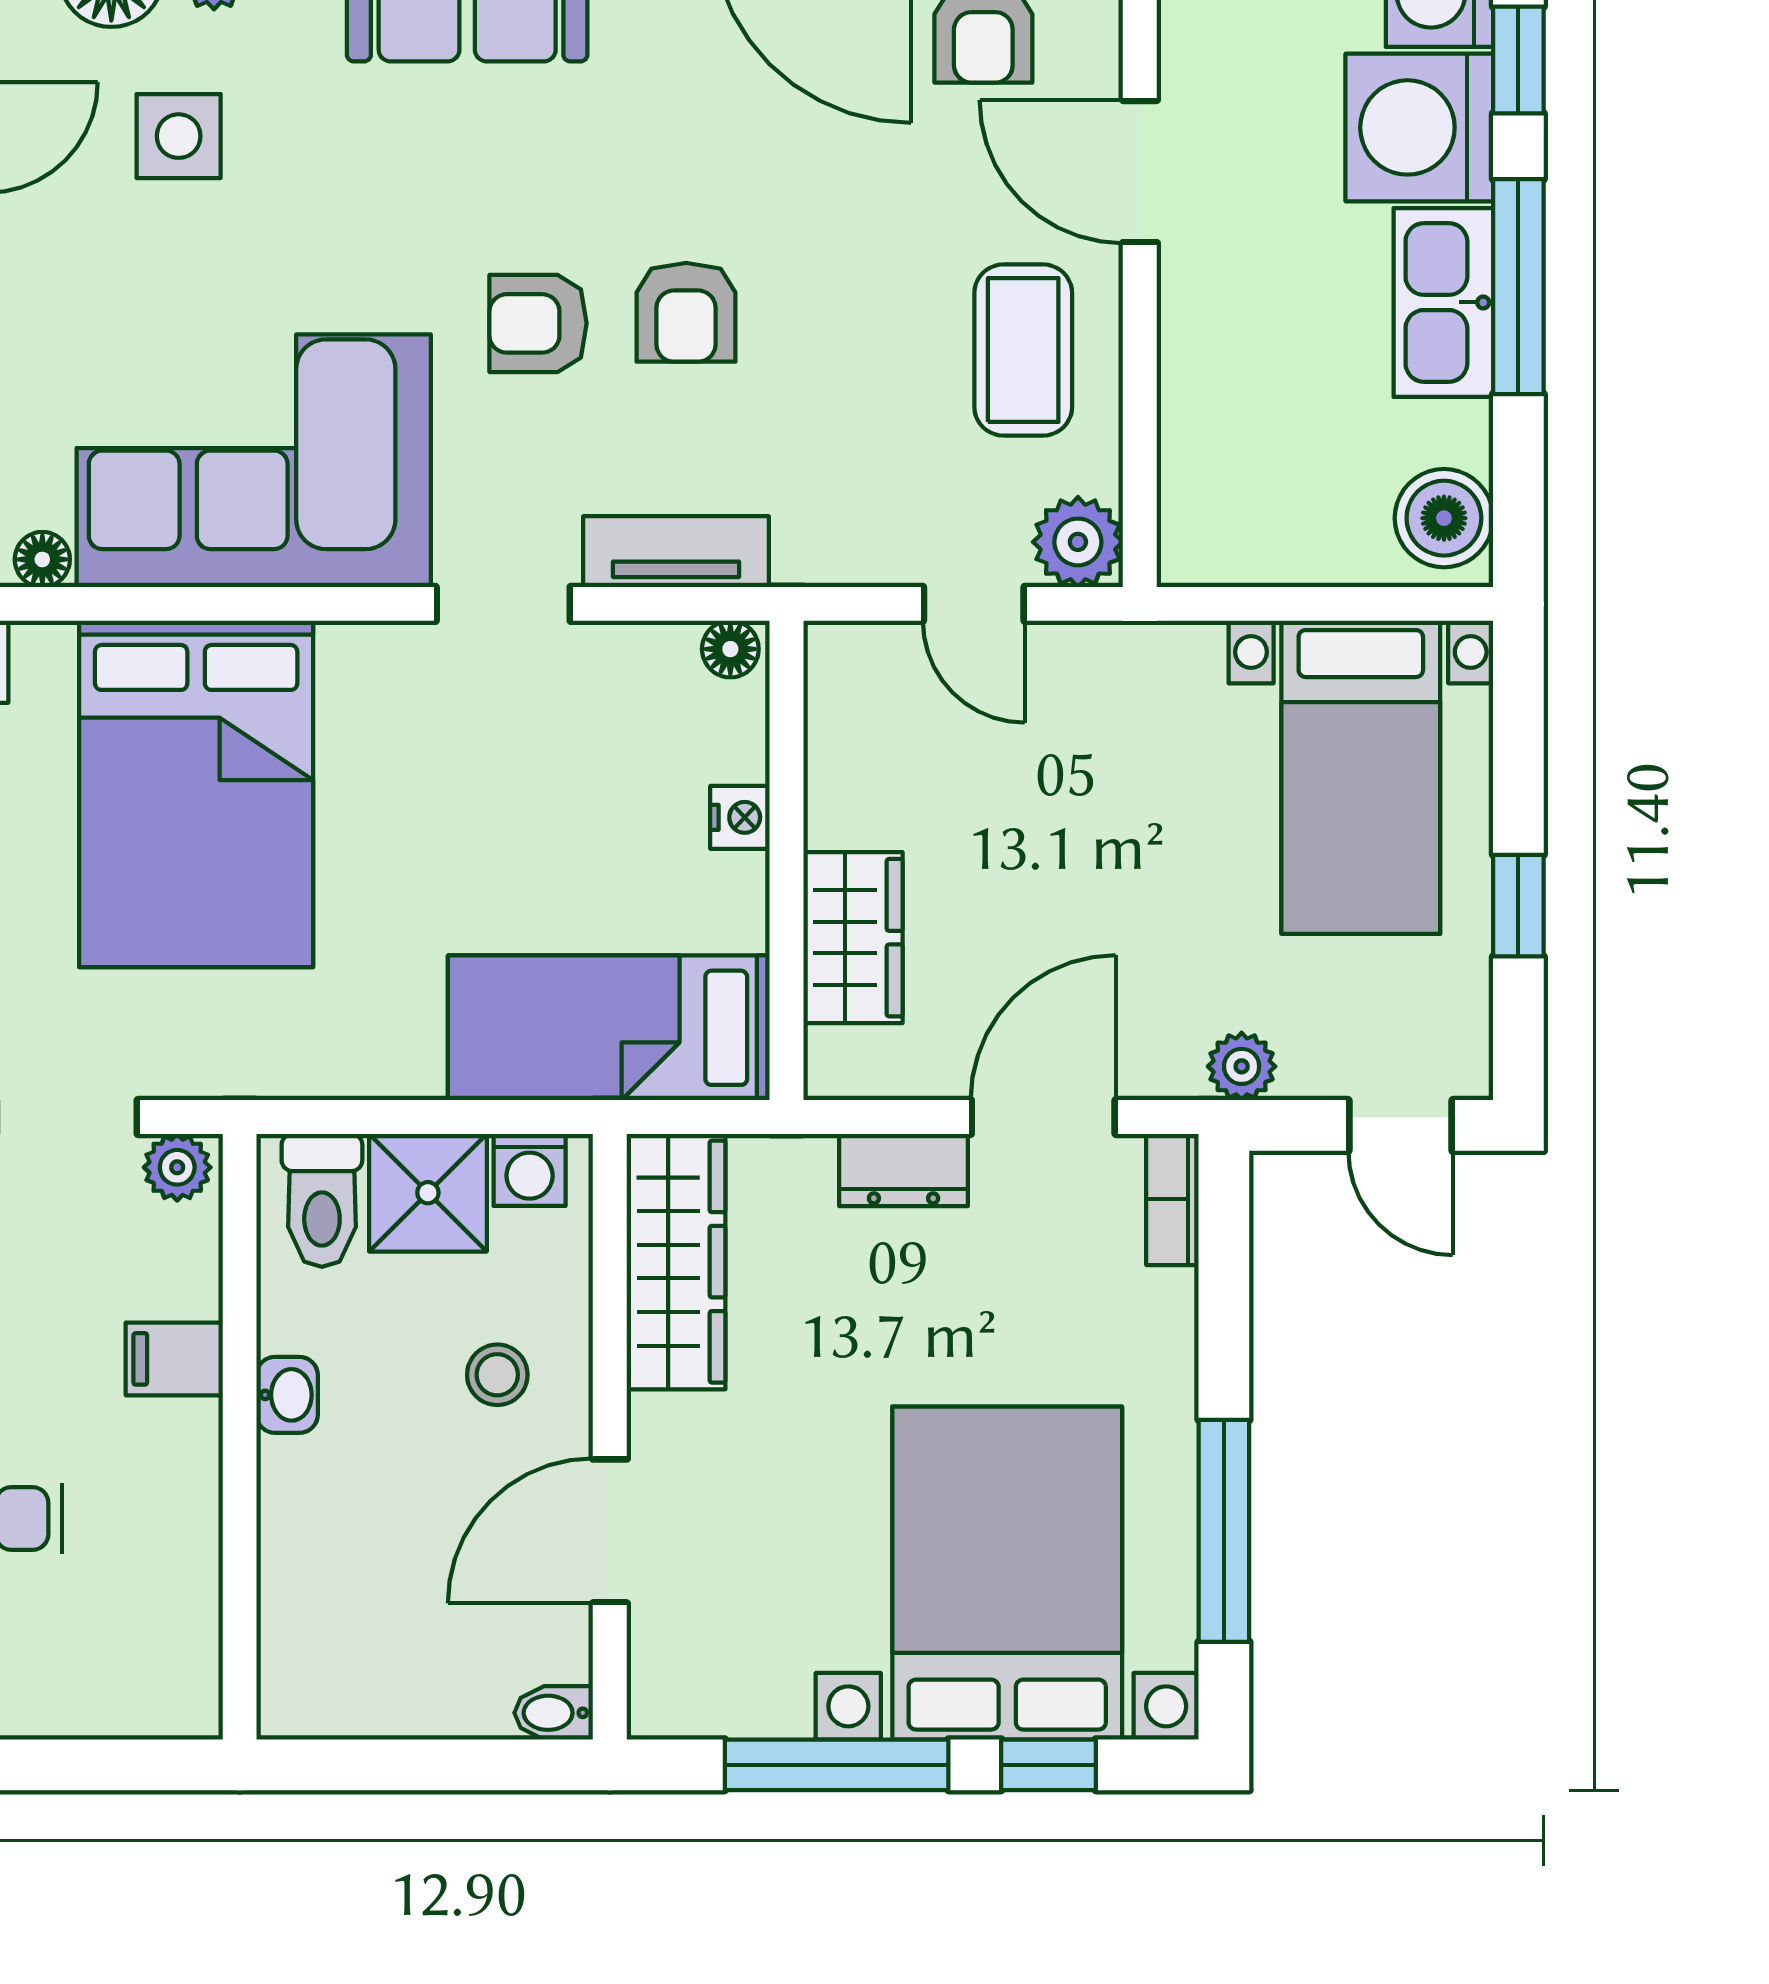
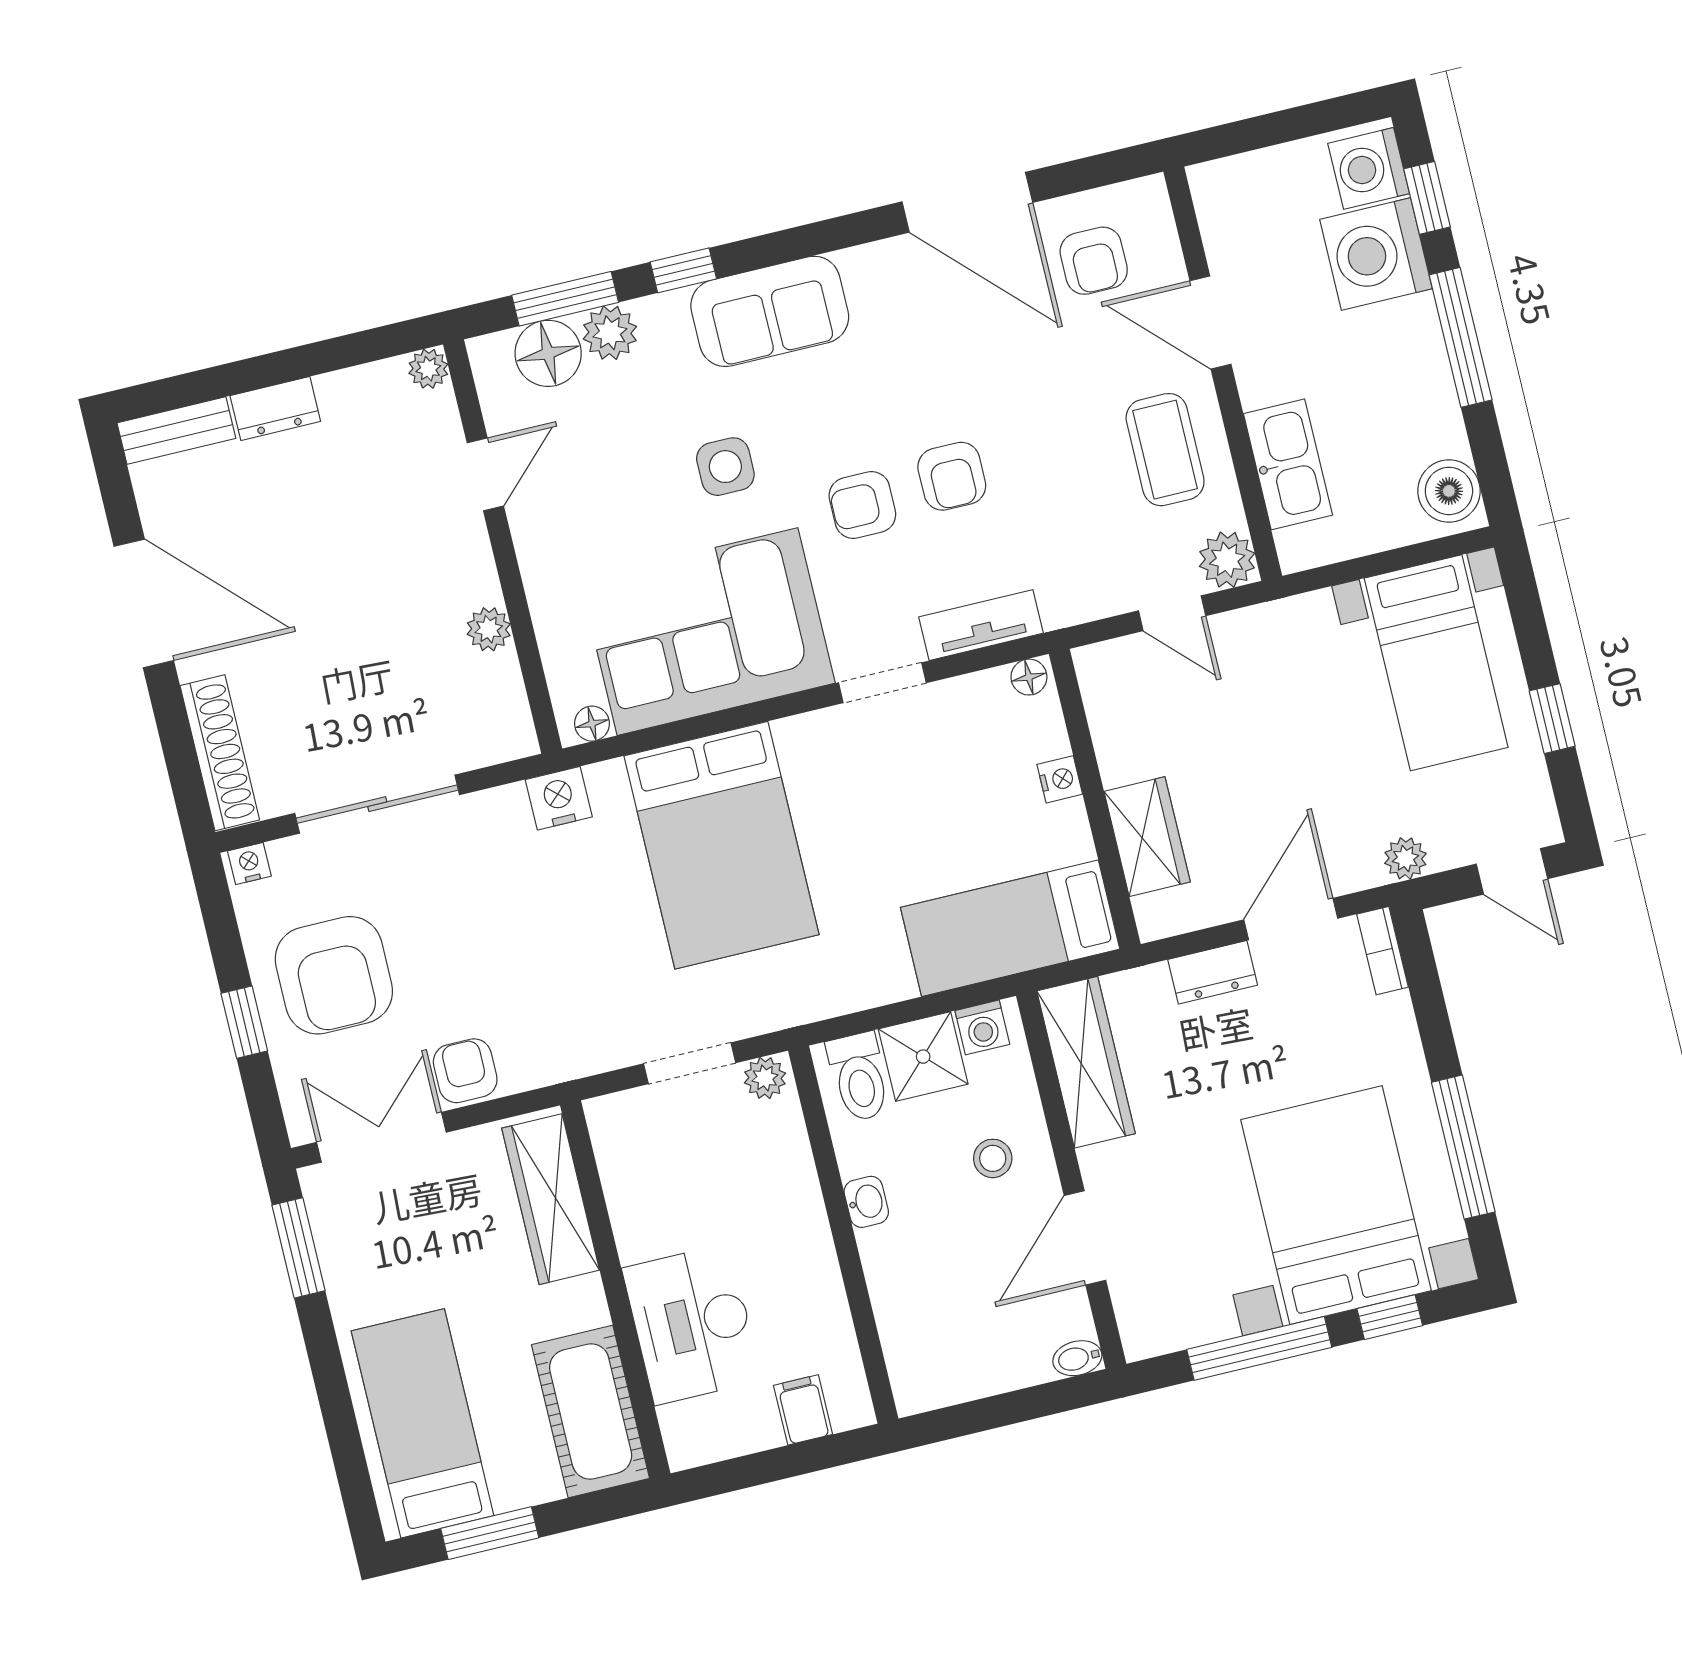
side table: (179, 136) -> (725, 467), moved
kitchen sink: (1443, 302) -> (1288, 464), moved, turned 180
filing cabinet: (174, 1359) -> (803, 1410), moved, turned 90

